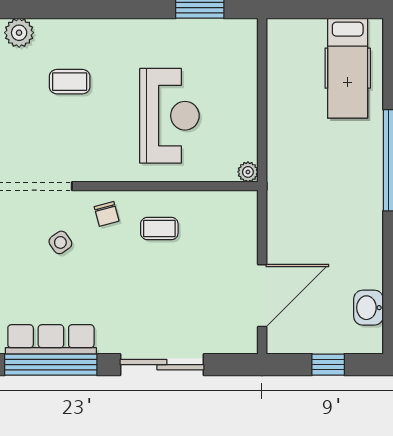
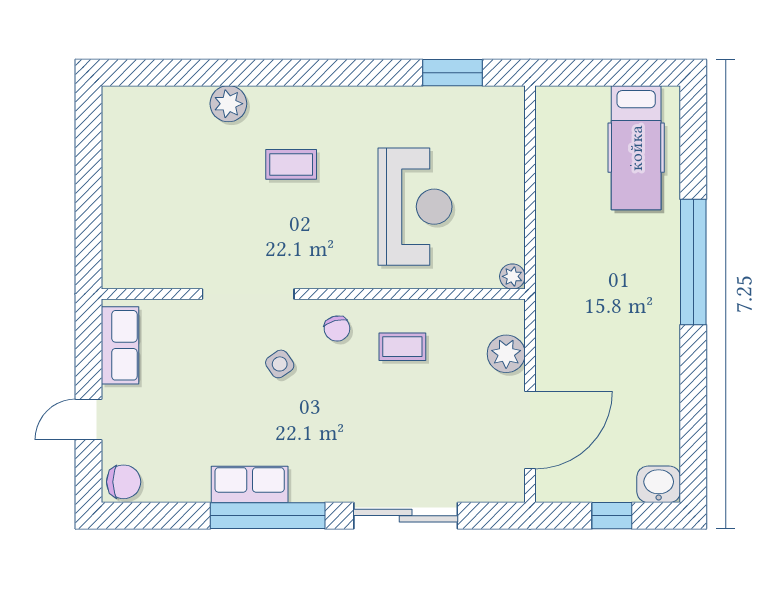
plant: (243, 234) -> (506, 354), added
washbasin: (369, 308) -> (659, 484), moved, turned 90
row of seats: (51, 339) -> (250, 484), width x0.68

